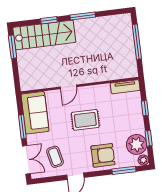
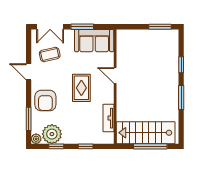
stairs: (44, 35) -> (146, 133), moved, turned 90
tv unit: (125, 87) -> (108, 118), moved

